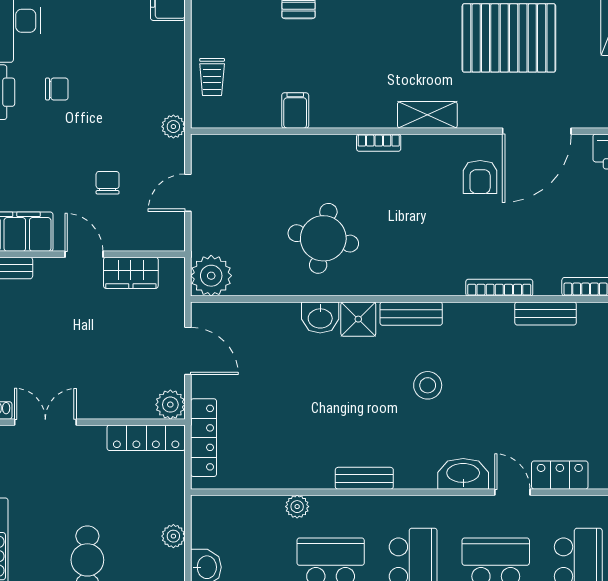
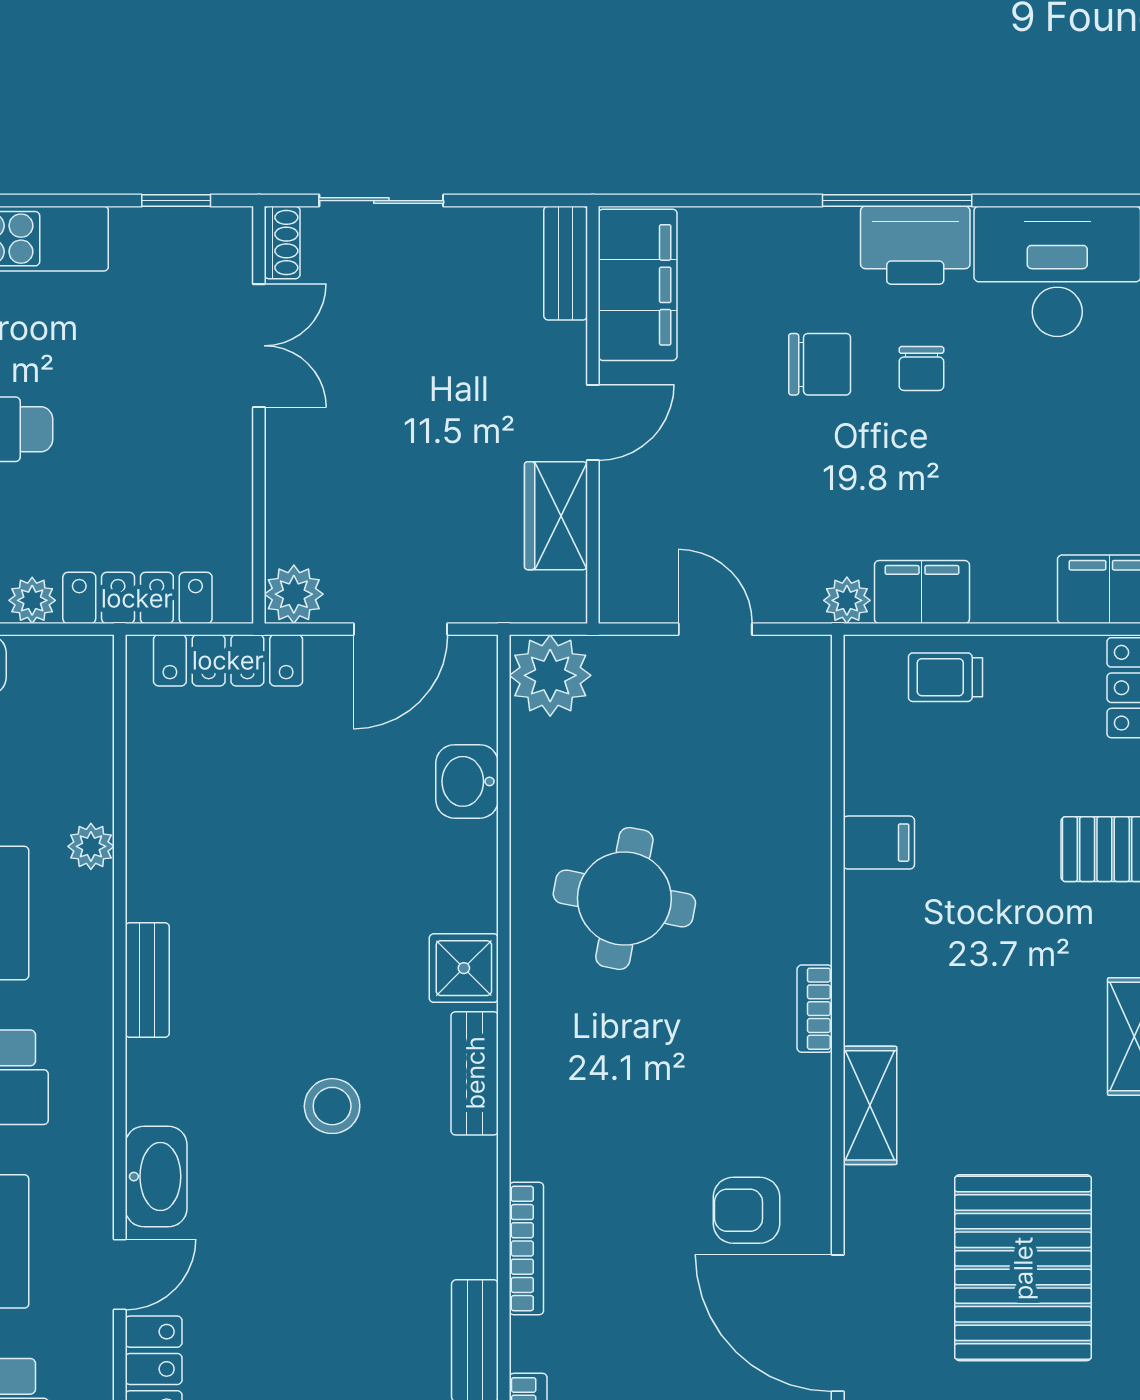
filing cabinet: (169, 89) -> (922, 592), added
chair: (108, 183) -> (820, 364), moved, width x1.37, depth x1.37
washbasin: (320, 317) -> (467, 781), moved
locker: (146, 438) -> (137, 598), moved, turned 90

